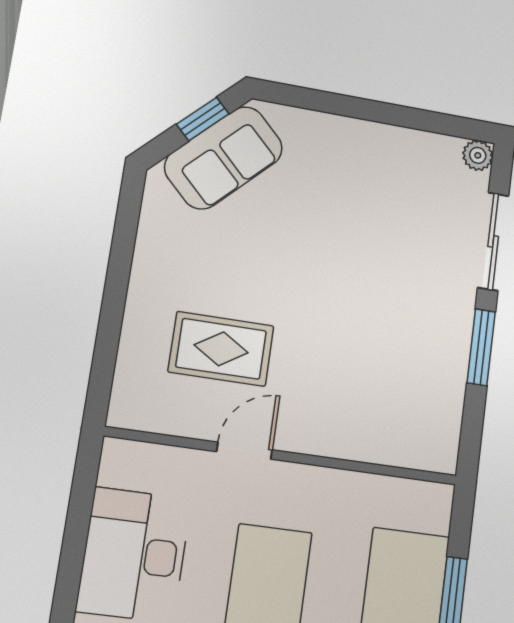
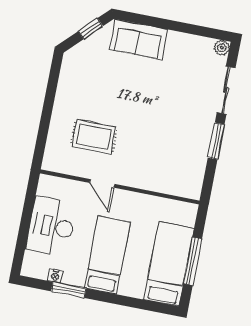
sofa: (224, 158) -> (138, 39), moved, turned 45
door: (244, 451) -> (102, 183), swing flipped

